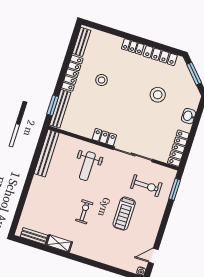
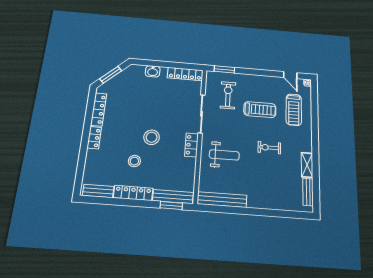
stool: (158, 95) -> (152, 137), moved
treadmill: (116, 248) -> (294, 110), added

